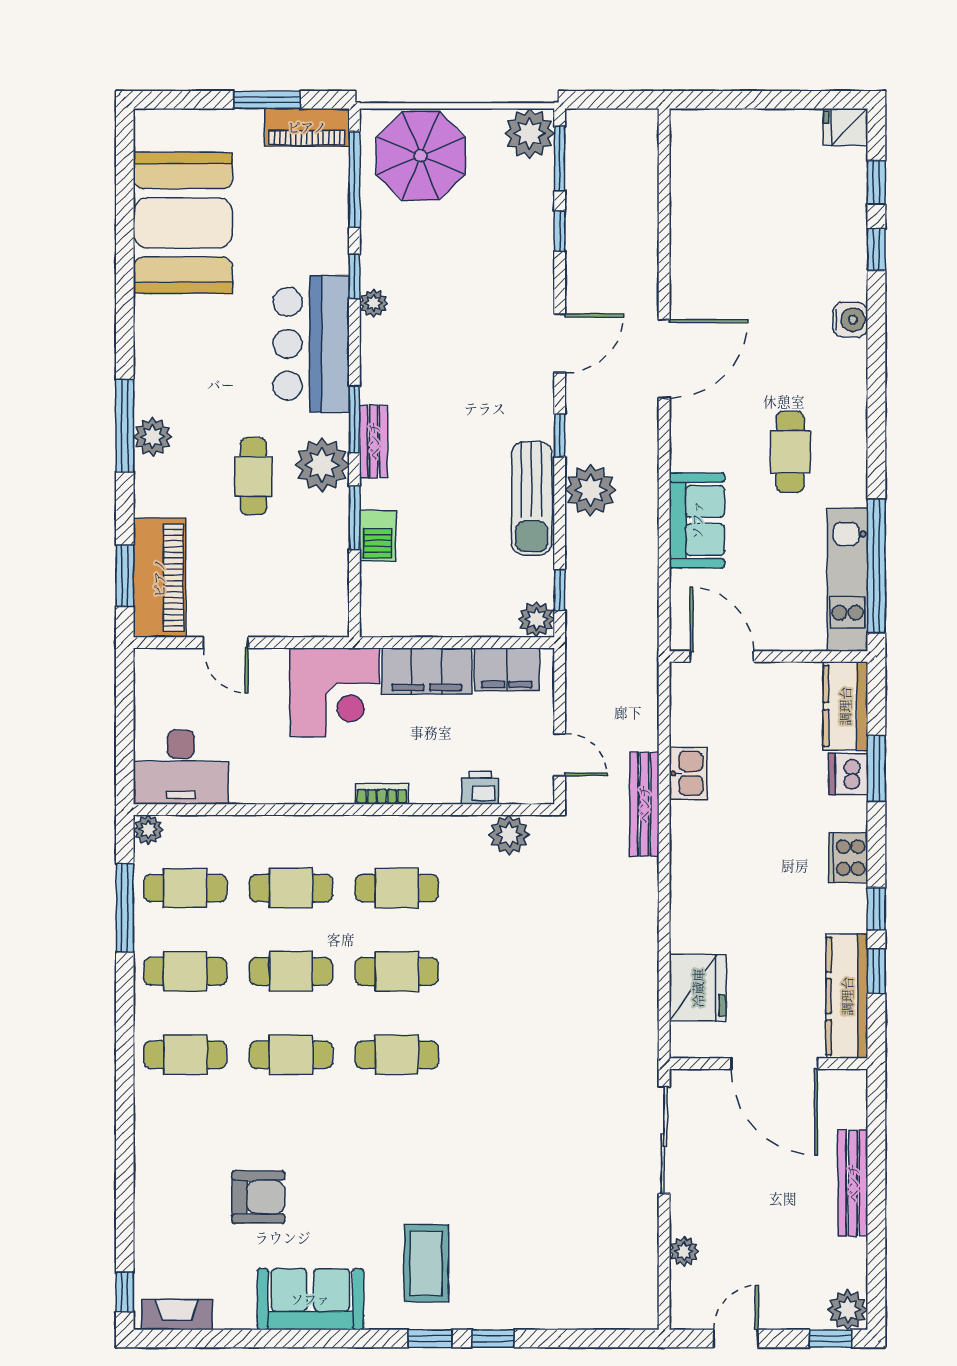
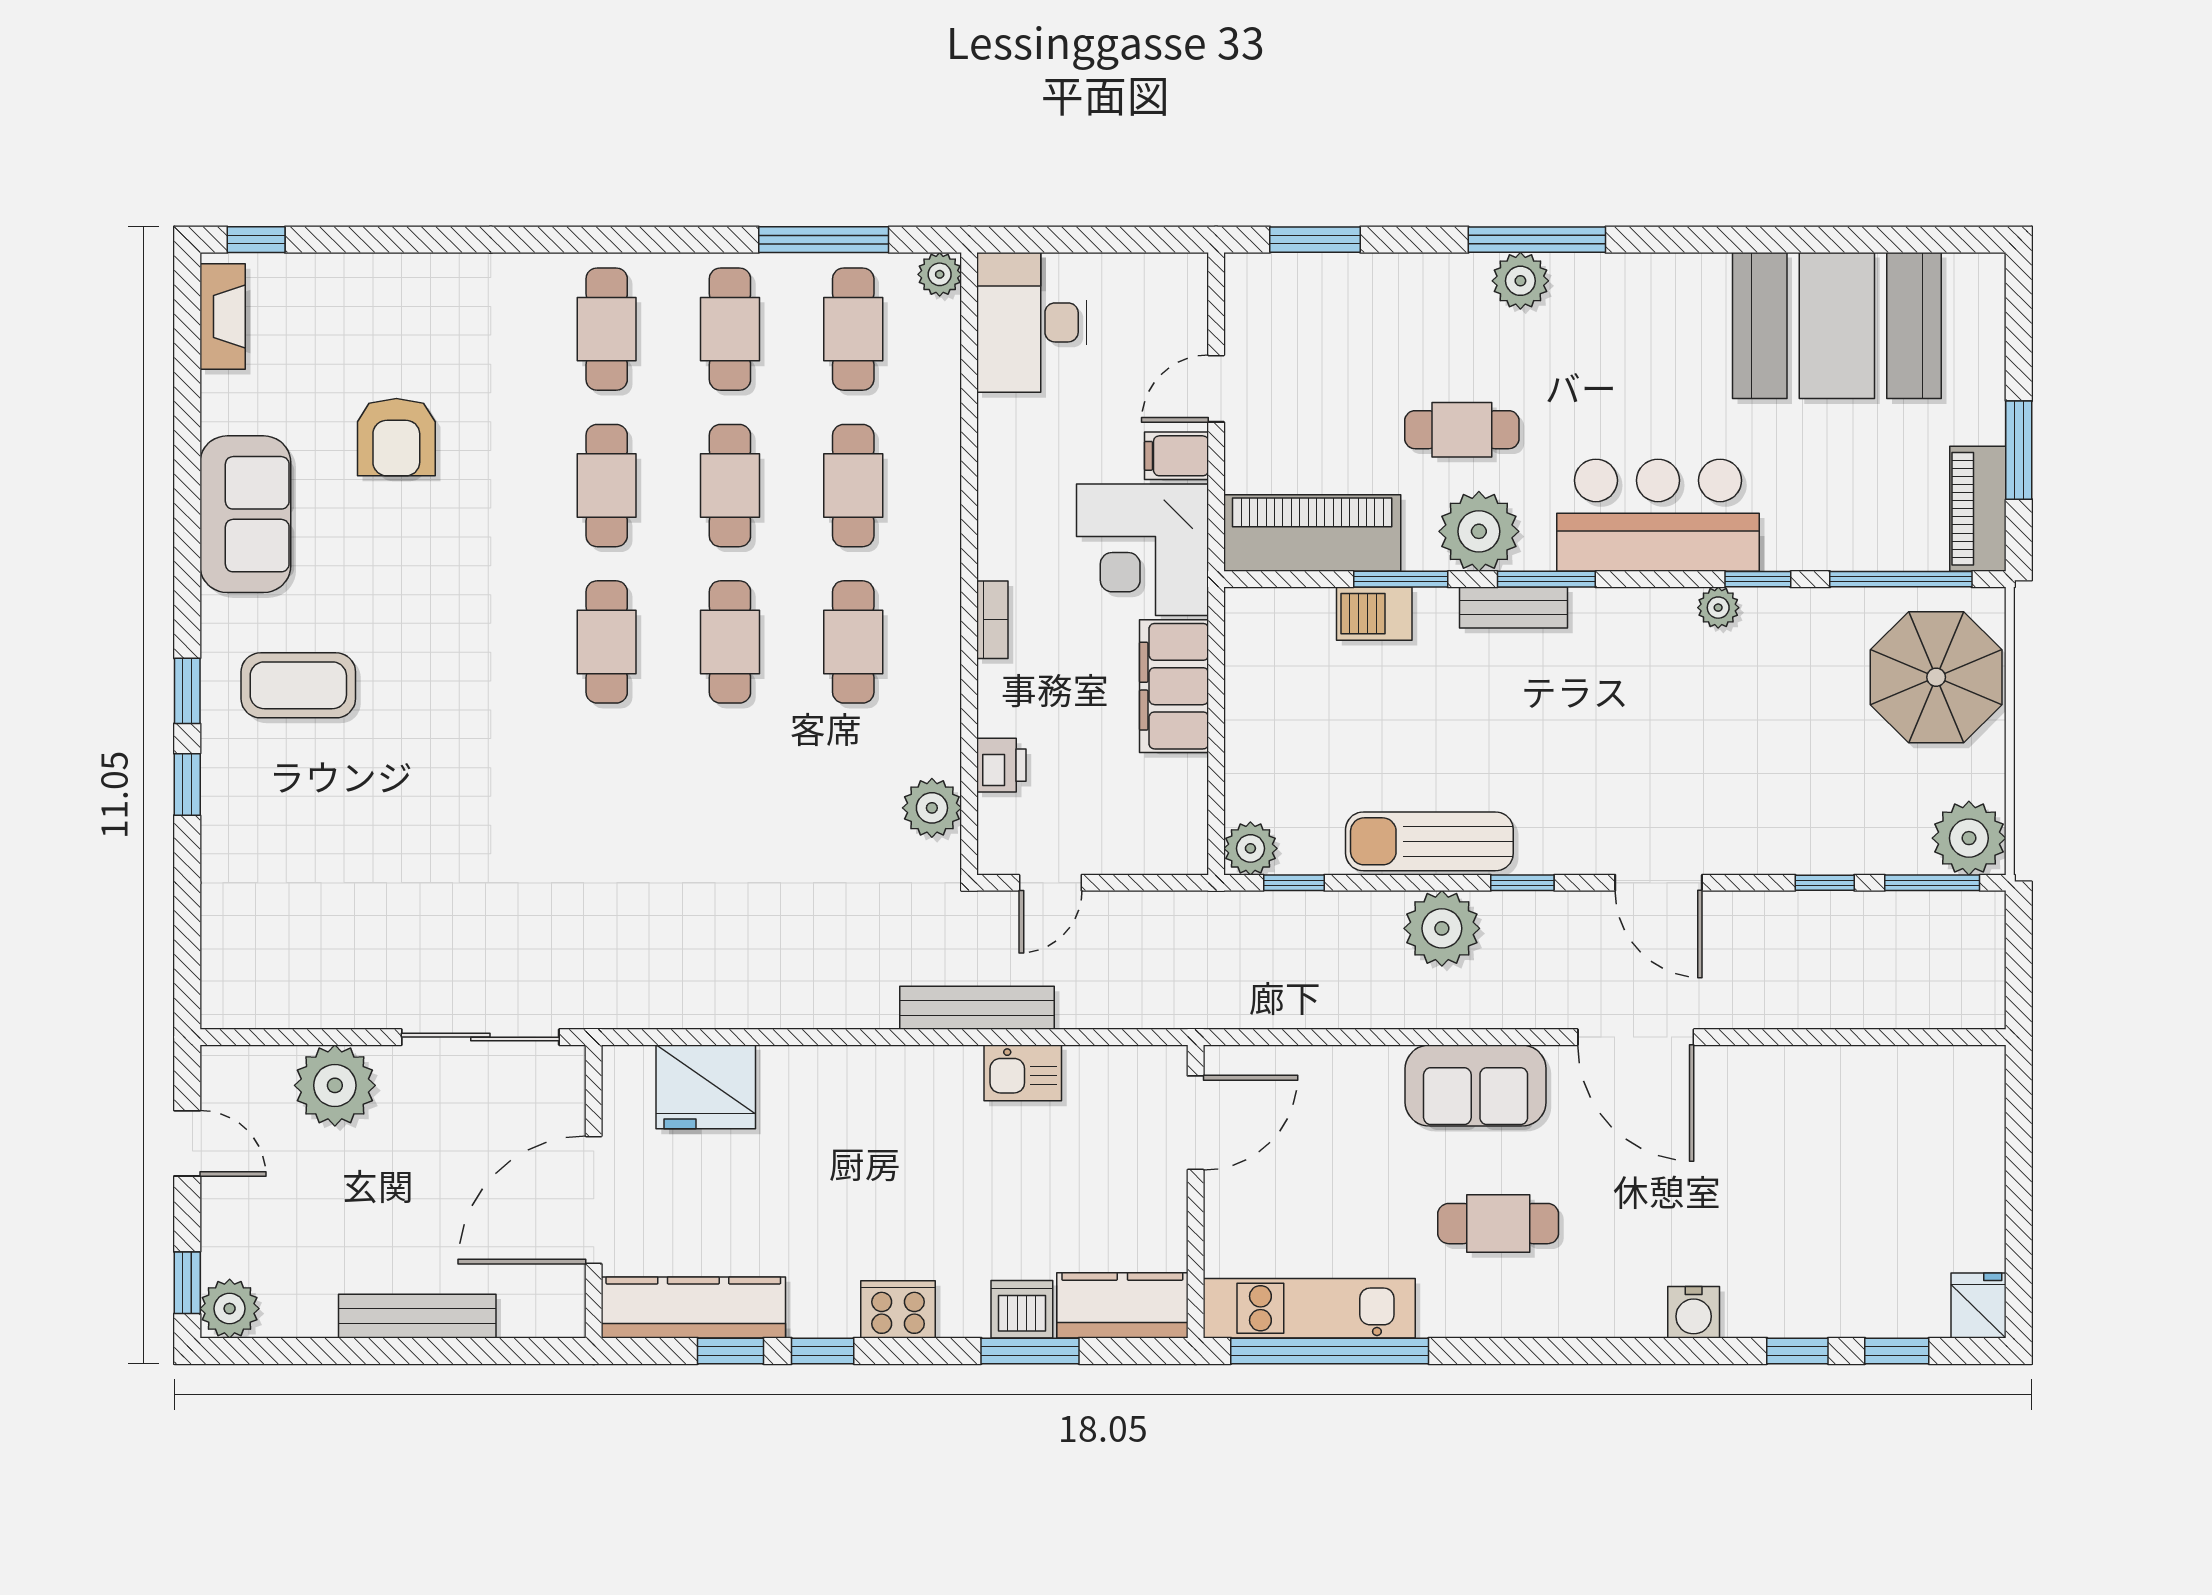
sofa: (697, 520) -> (1476, 1086), moved
piano: (159, 578) -> (1312, 533), moved, turned 180
filing cabinet: (507, 669) -> (1177, 456), moved, width x0.50
plant: (684, 1251) -> (335, 1085), width x1.87, depth x1.87

